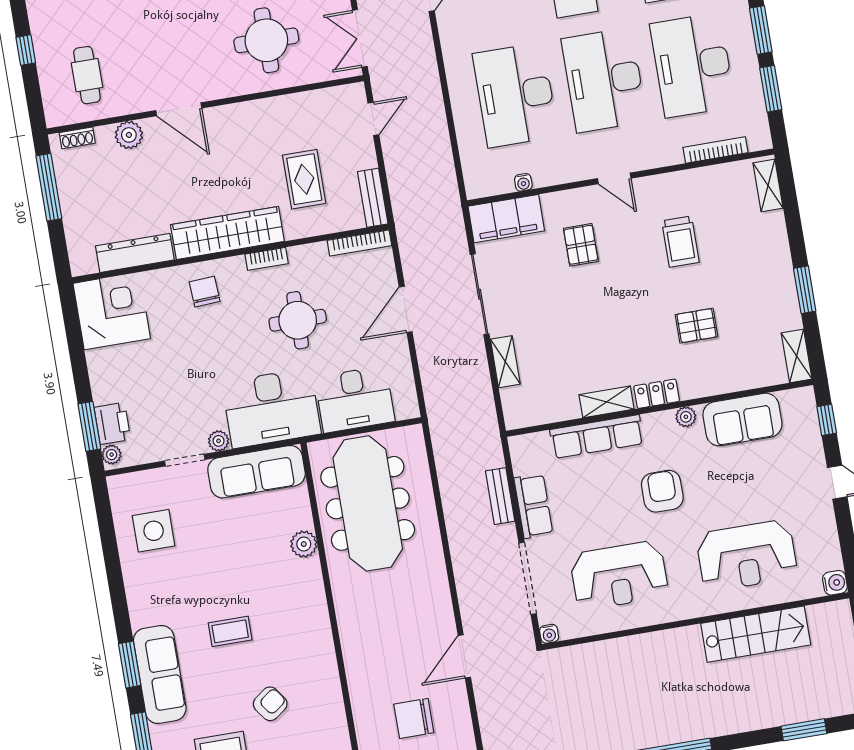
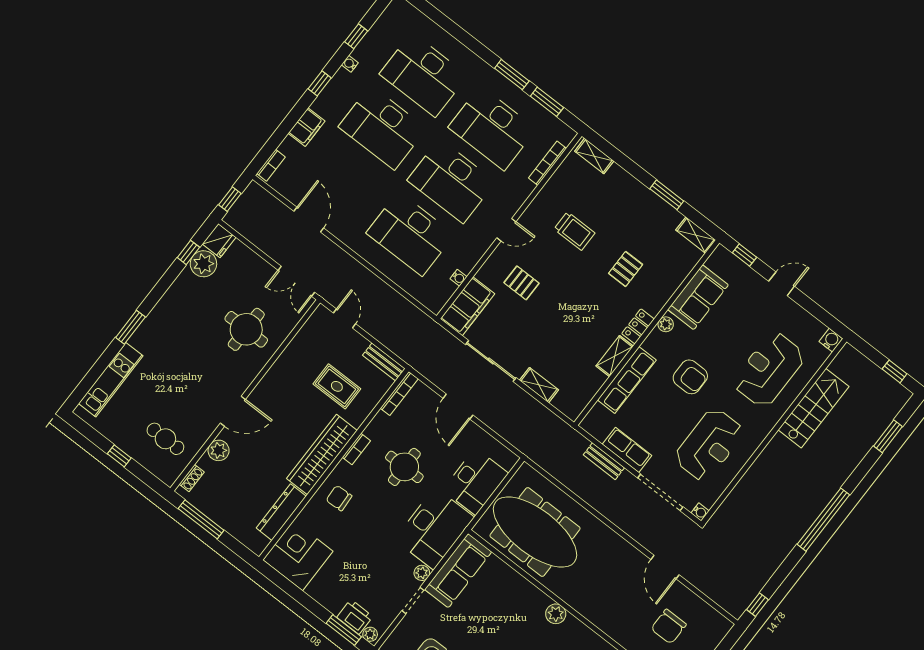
armchair: (662, 491) -> (690, 377), turned 180
plant: (304, 544) -> (556, 614), moved
reception desk: (747, 556) -> (769, 370), turned 180

